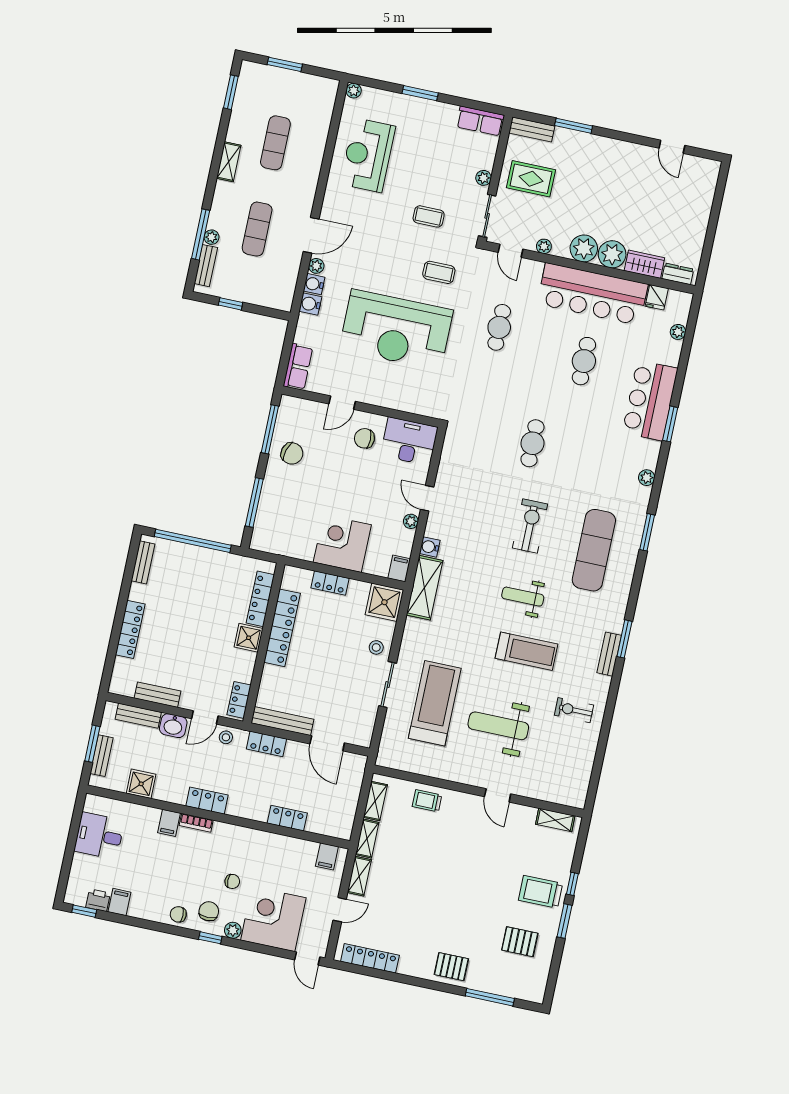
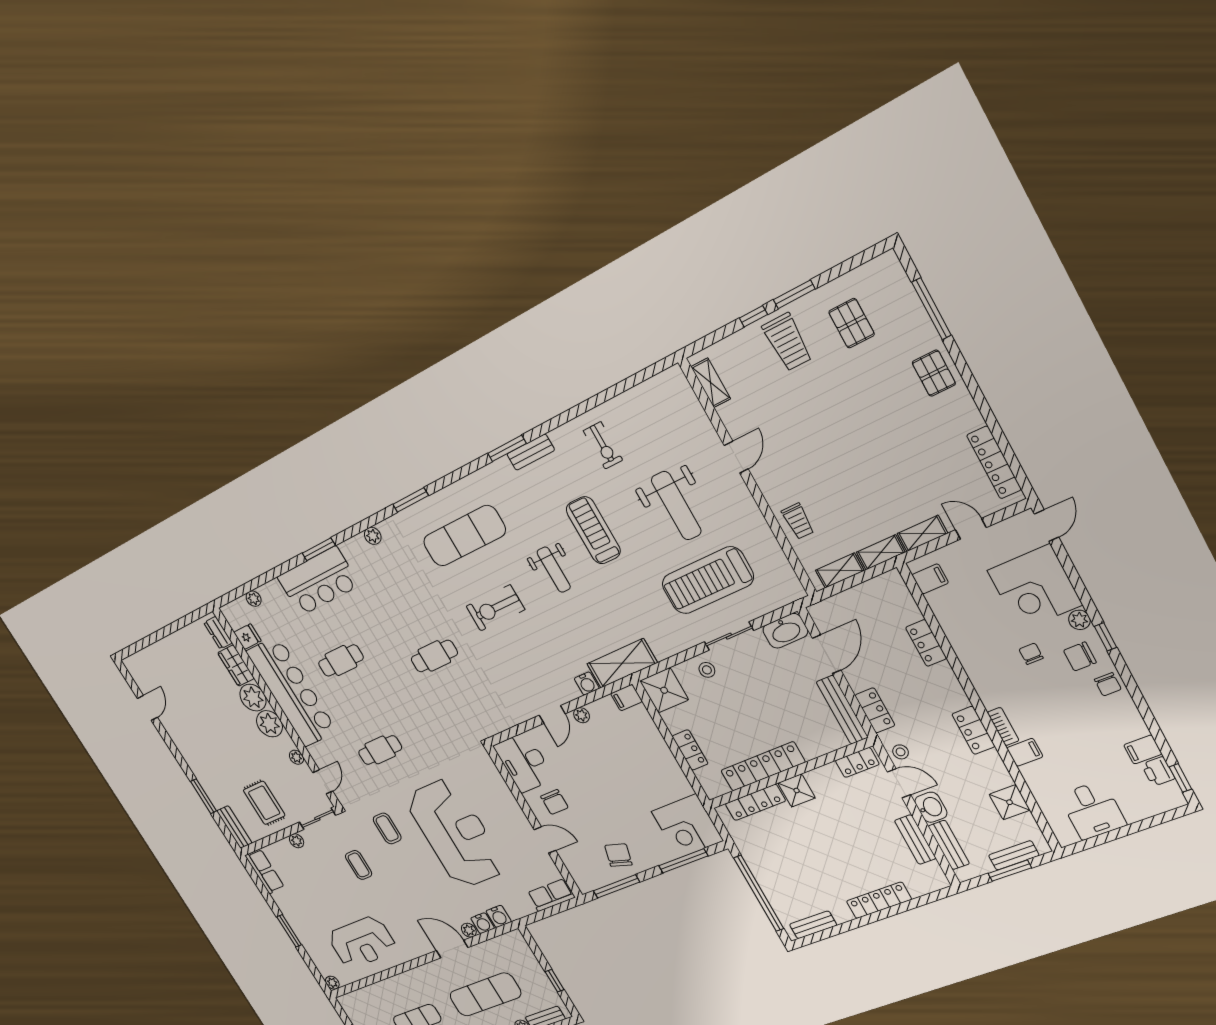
exercise mat: (257, 229) -> (485, 994), width x1.36, depth x1.45
corner desk: (342, 544) -> (687, 826), moved
washbasin: (363, 728) -> (785, 631), added

